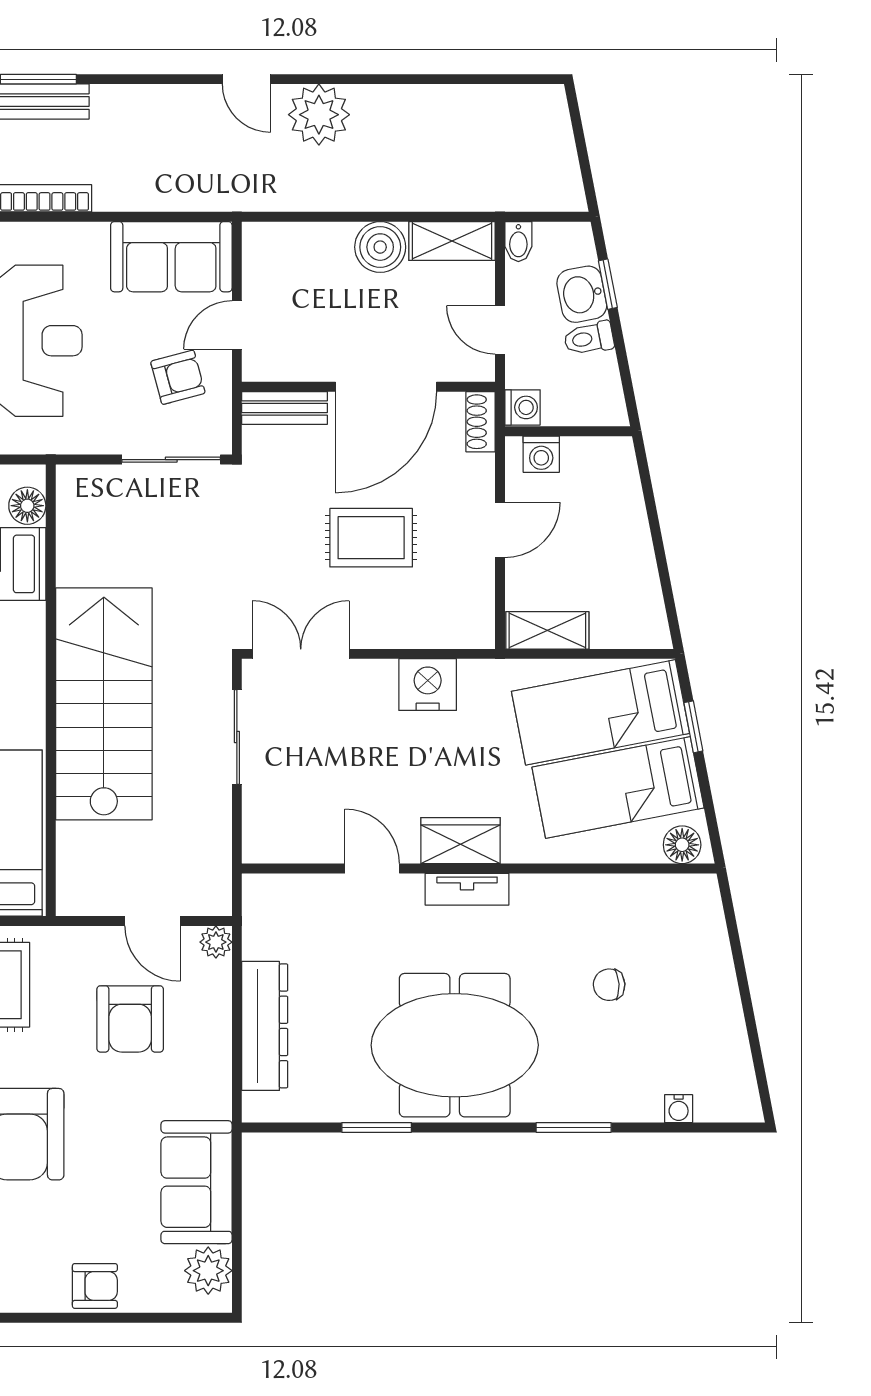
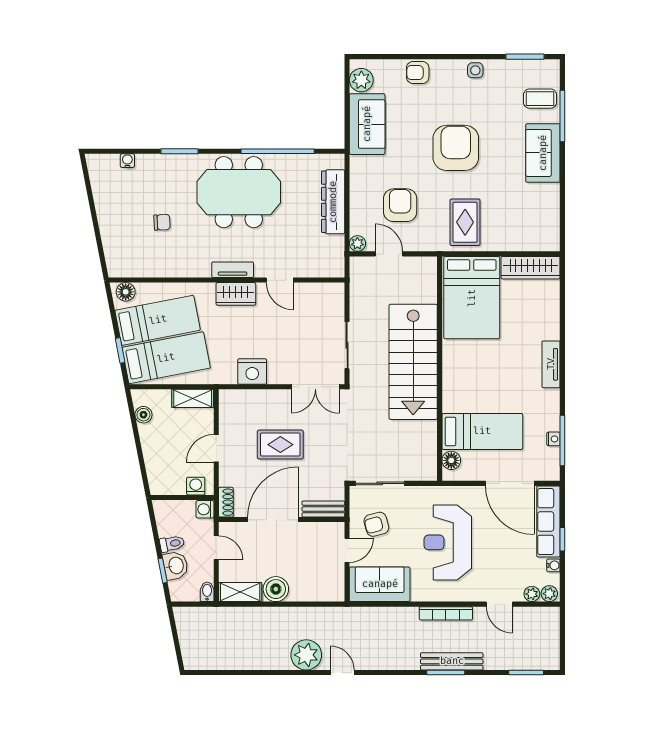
boiler: (646, 598) -> (143, 415), added
window: (377, 1127) -> (278, 151), width x2.11

